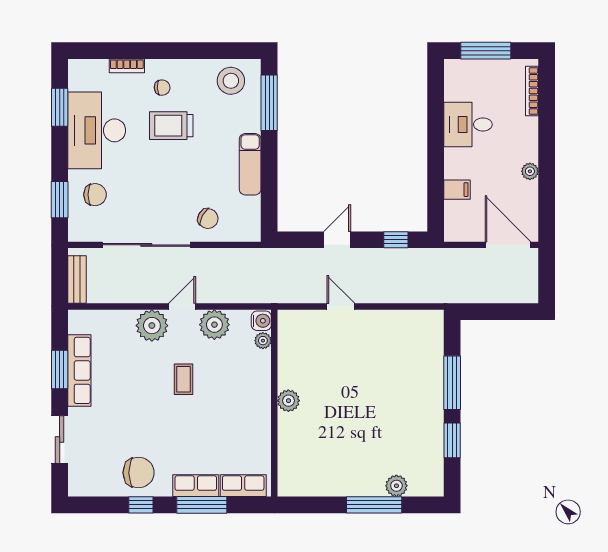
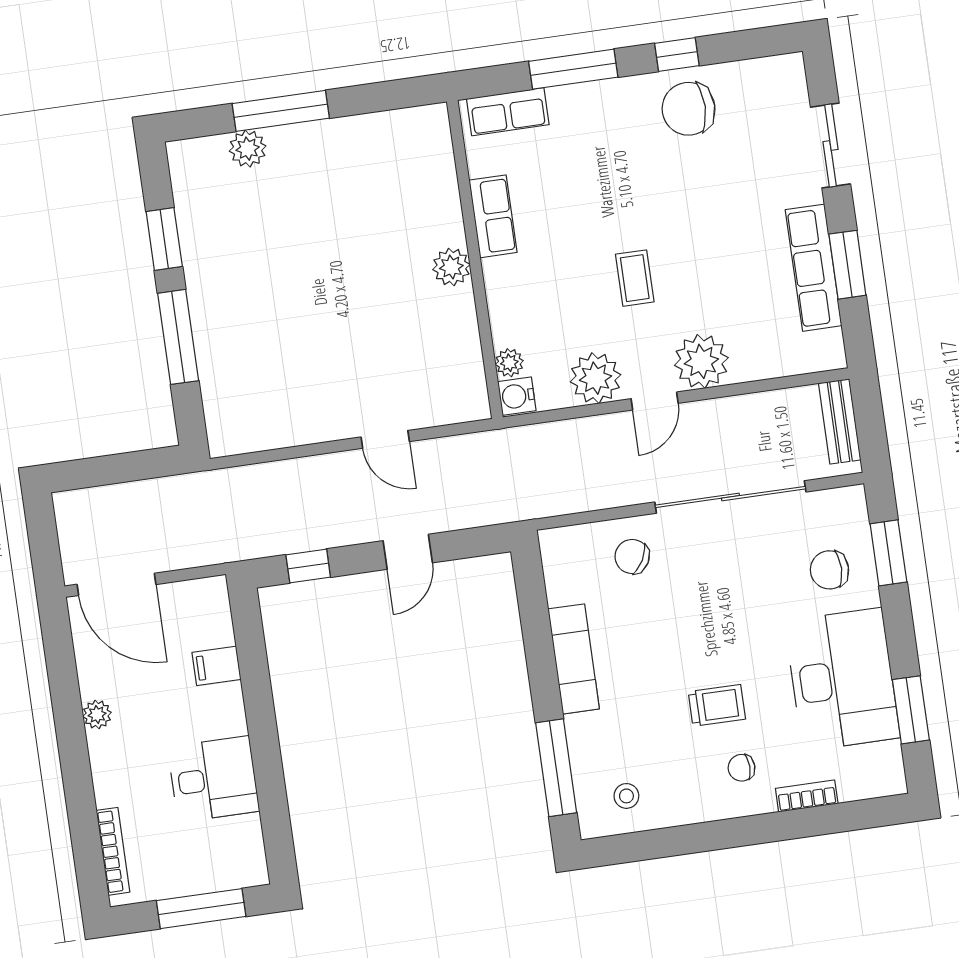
stool: (231, 81) -> (626, 796), width x0.53, depth x0.53
trolley: (171, 126) -> (717, 705), width x0.73, depth x0.72
row of seats: (196, 486) -> (493, 216), moved, turned -90

